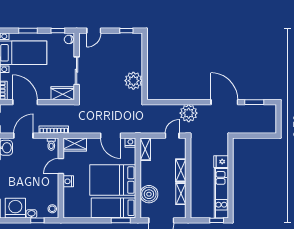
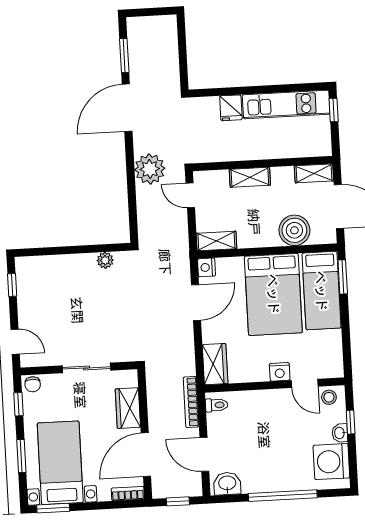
plant: (133, 81) -> (105, 260), width x0.53, depth x0.53
wardrobe: (63, 93) -> (128, 408), moved
door: (61, 166) -> (305, 383), moved
shelving: (181, 194) -> (314, 173), moved

